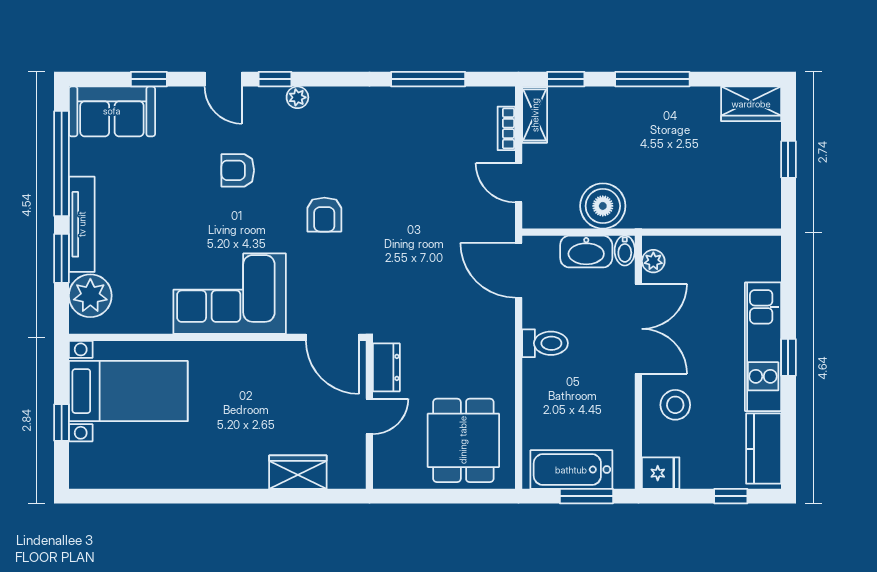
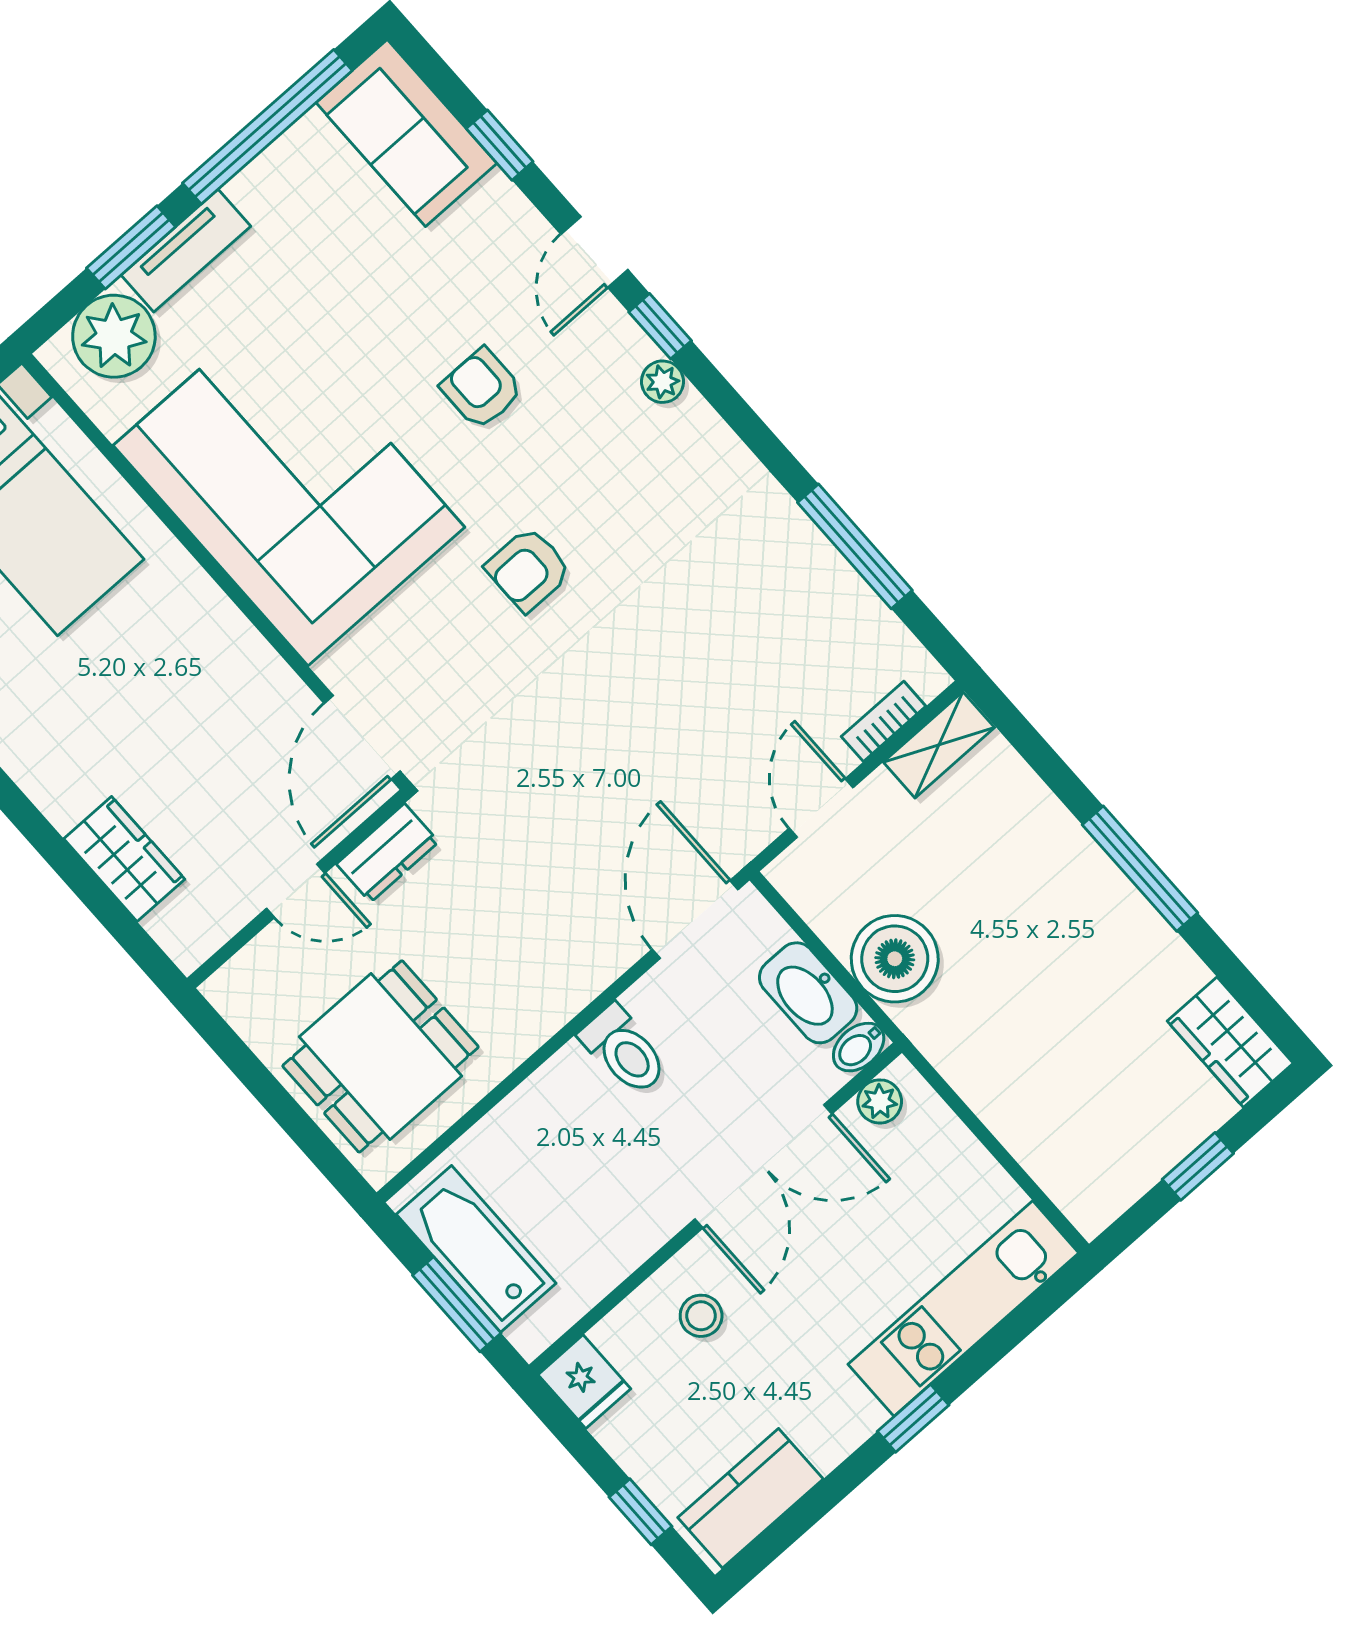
window: (566, 79) -> (1030, 744), removed
tv unit: (82, 224) -> (186, 251), width x0.71
corner sofa: (230, 294) -> (289, 486), width x1.36, depth x1.36
kitchen unit: (763, 347) -> (963, 1309), moved
stool: (675, 405) -> (701, 1316), width x0.73, depth x0.73

